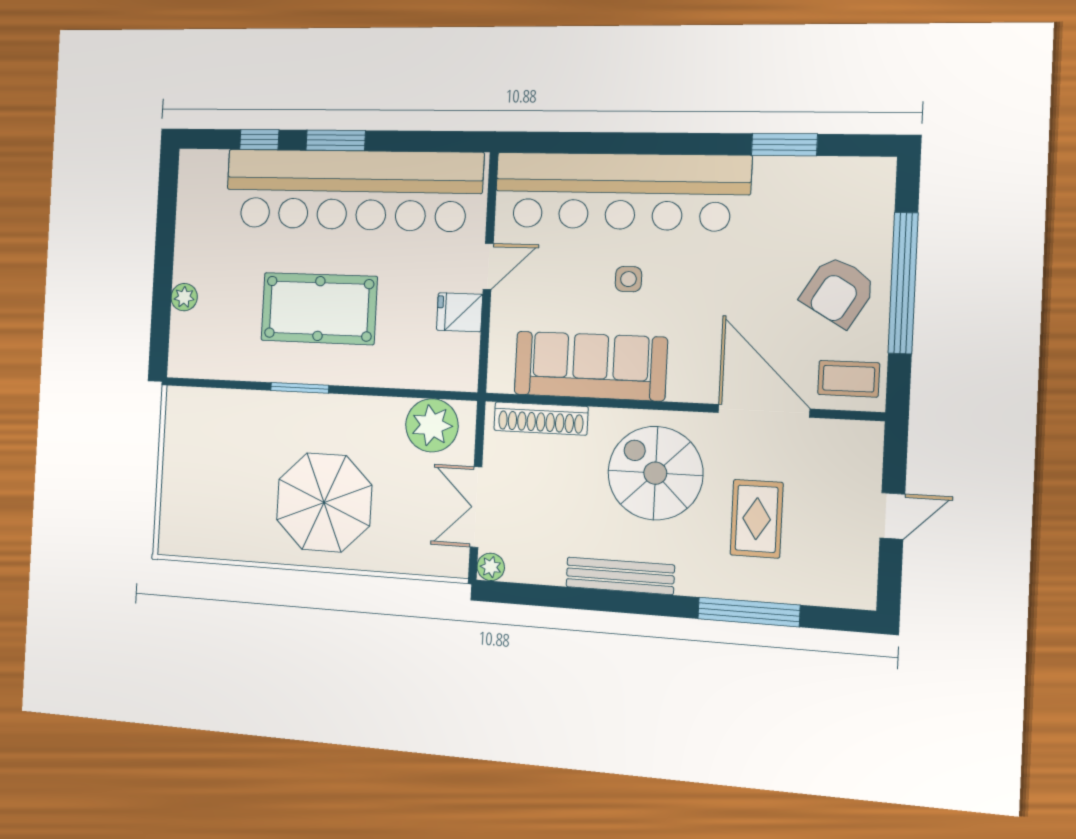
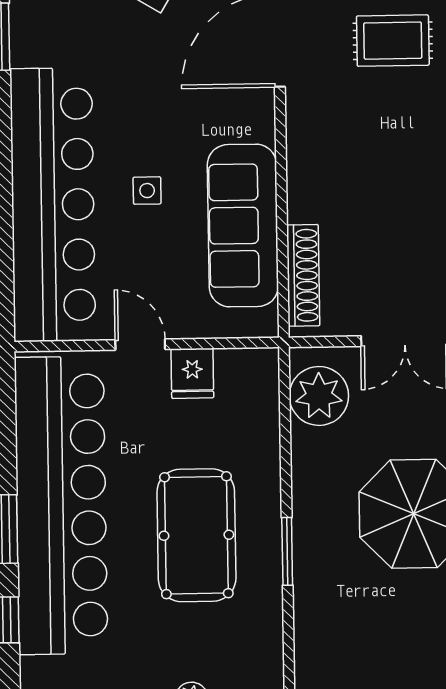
spiral stairs: (655, 473) -> (353, 149), removed

